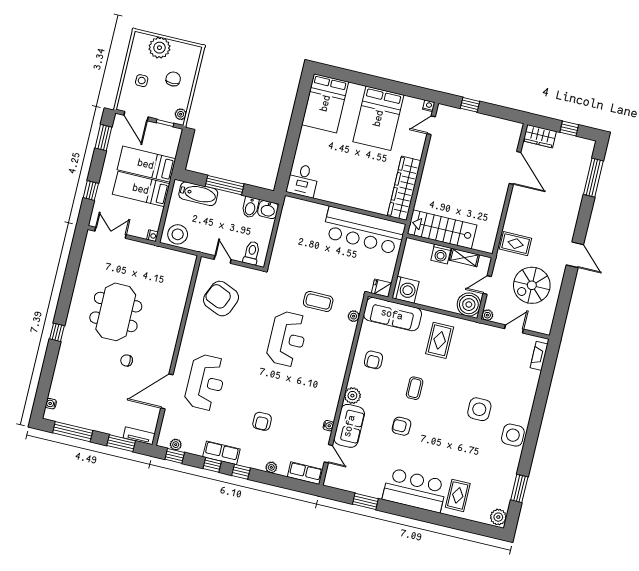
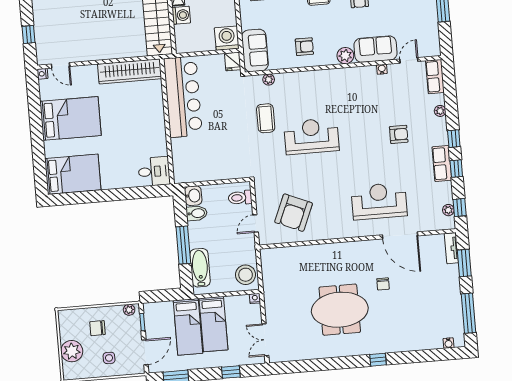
sofa: (392, 314) -> (255, 50), width x0.73

